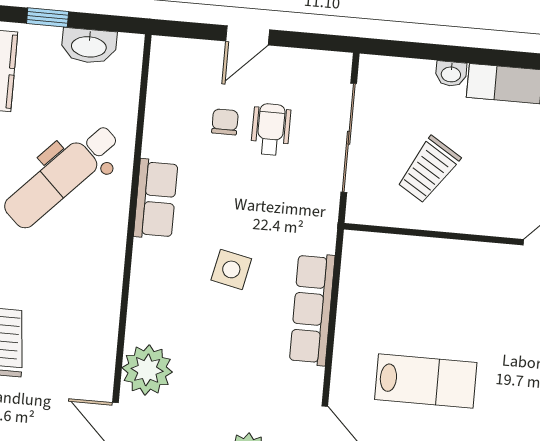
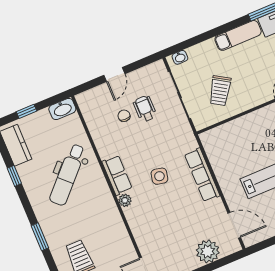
washbasin: (89, 46) -> (62, 109), moved
washbasin: (451, 74) -> (180, 57), moved
row of seats: (156, 199) -> (117, 175), moved
plant: (147, 370) -> (125, 200), moved, width x0.53, depth x0.53

